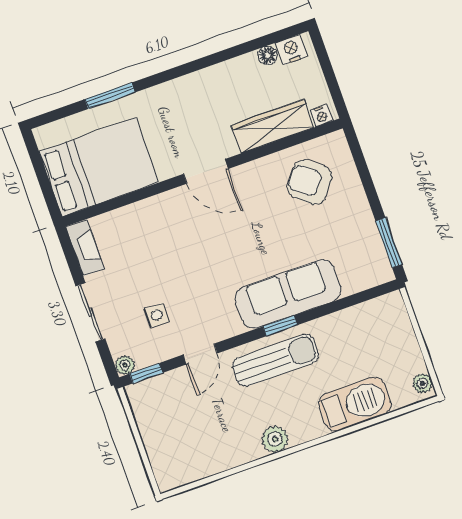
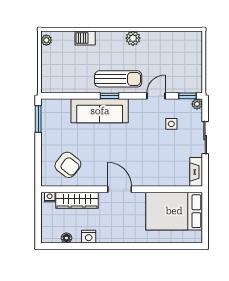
nightstand: (291, 50) -> (89, 237), moved
window: (110, 96) -> (155, 246), removed
sun lounger: (275, 360) -> (118, 79), turned 180
barbecue: (355, 404) -> (85, 38), width x0.53, depth x0.65

